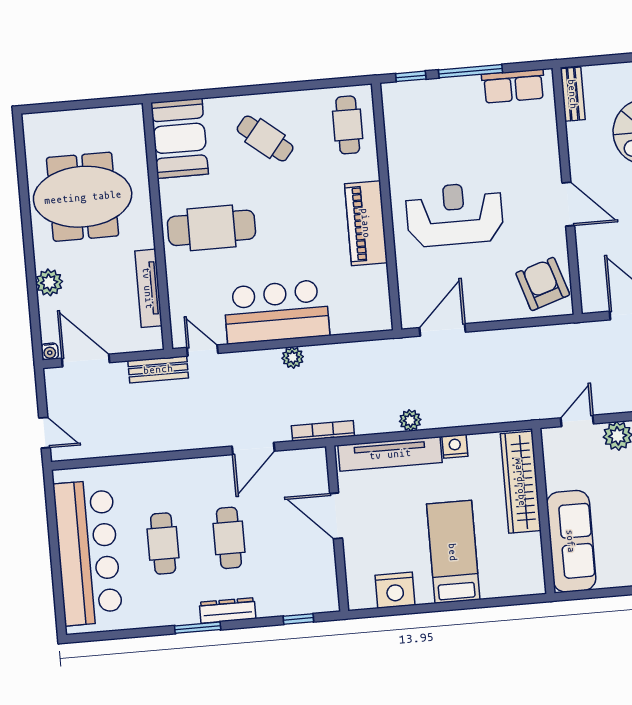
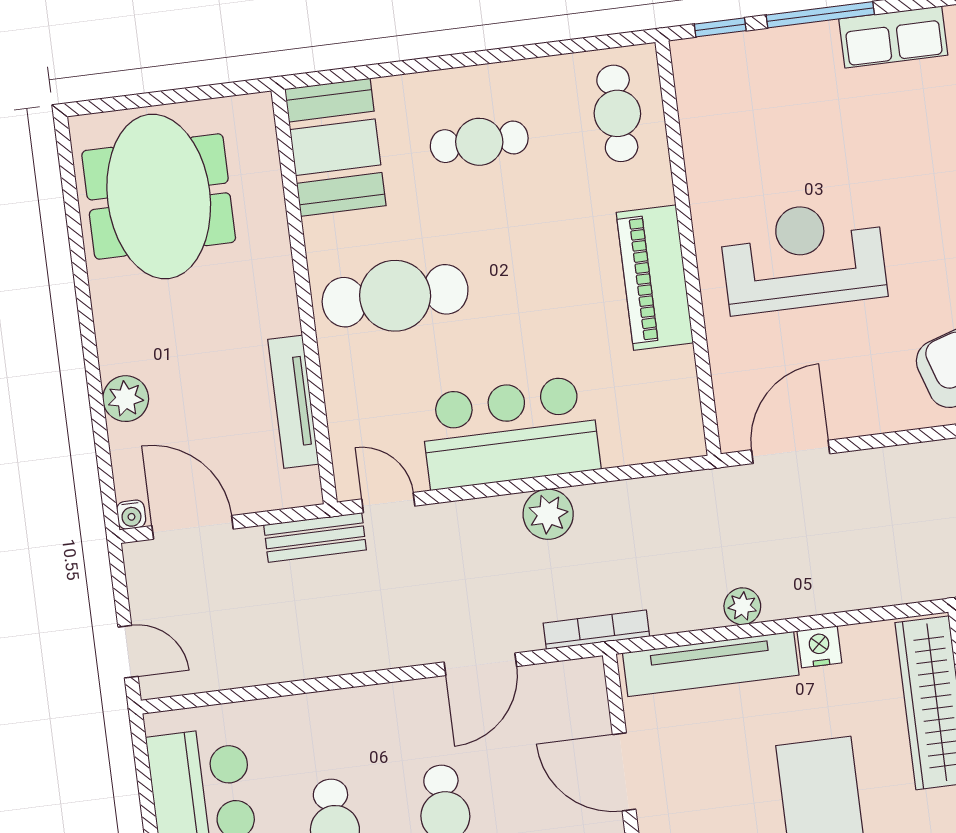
cafe table: (265, 139) -> (479, 142), turned -39
meeting table: (83, 197) -> (159, 196), moved, turned 90
plant: (293, 357) -> (548, 514), width x1.38, depth x1.38

